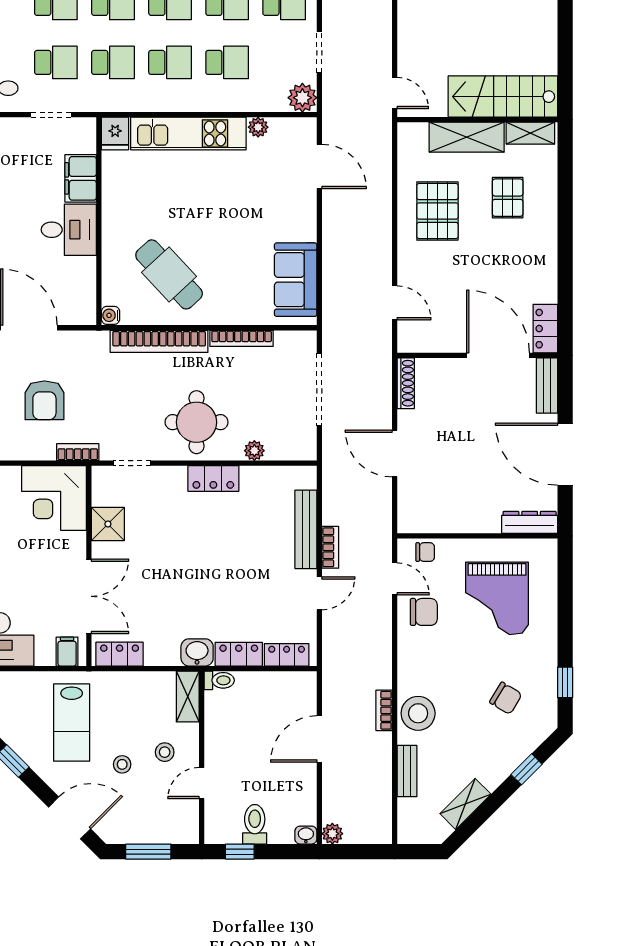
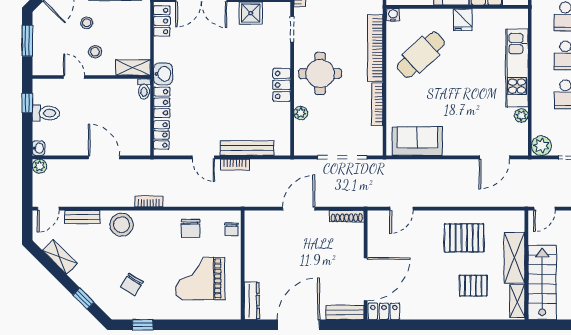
fridge: (115, 133) -> (463, 20), moved, turned -90
door: (395, 579) -> (48, 209), moved
bookcase: (384, 710) -> (149, 201), moved

